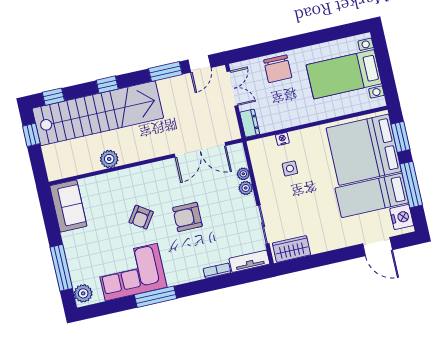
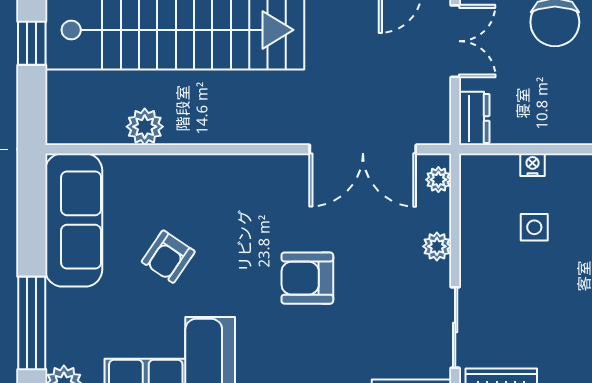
plant: (109, 159) -> (145, 127), moved
plant: (243, 174) -> (438, 180), moved
sofa: (68, 206) -> (74, 220), width x1.36
armchair: (141, 217) -> (168, 257), moved

